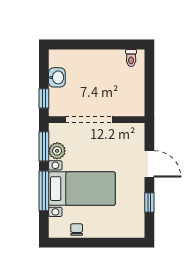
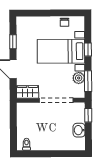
wardrobe: (129, 132) -> (28, 92), added
window: (44, 191) -> (88, 50), width x0.46

